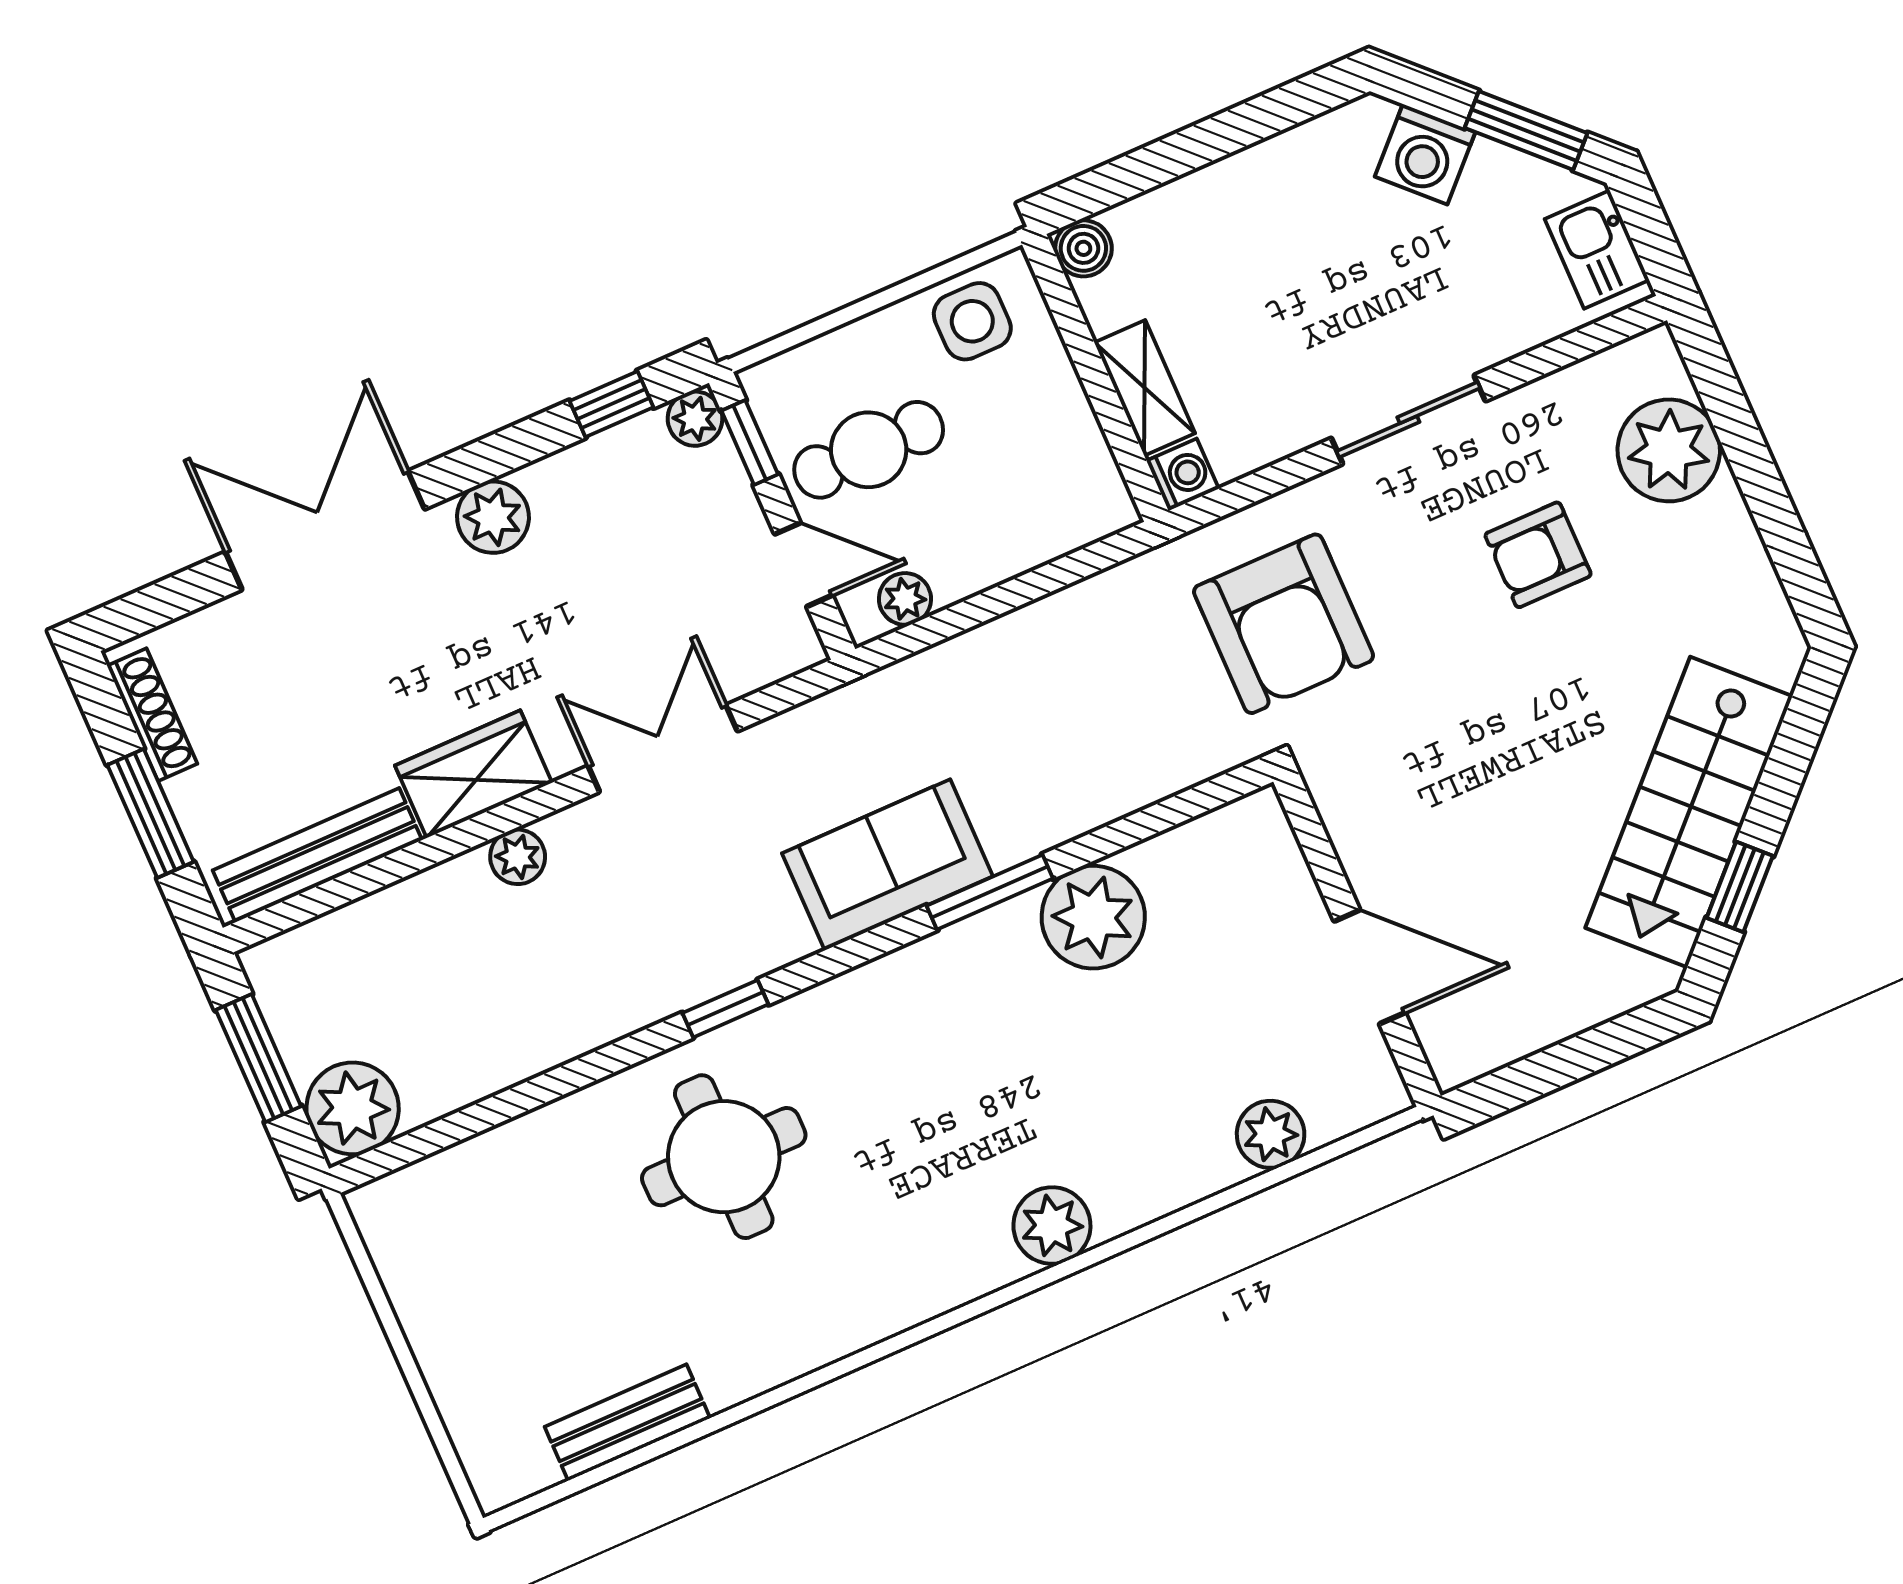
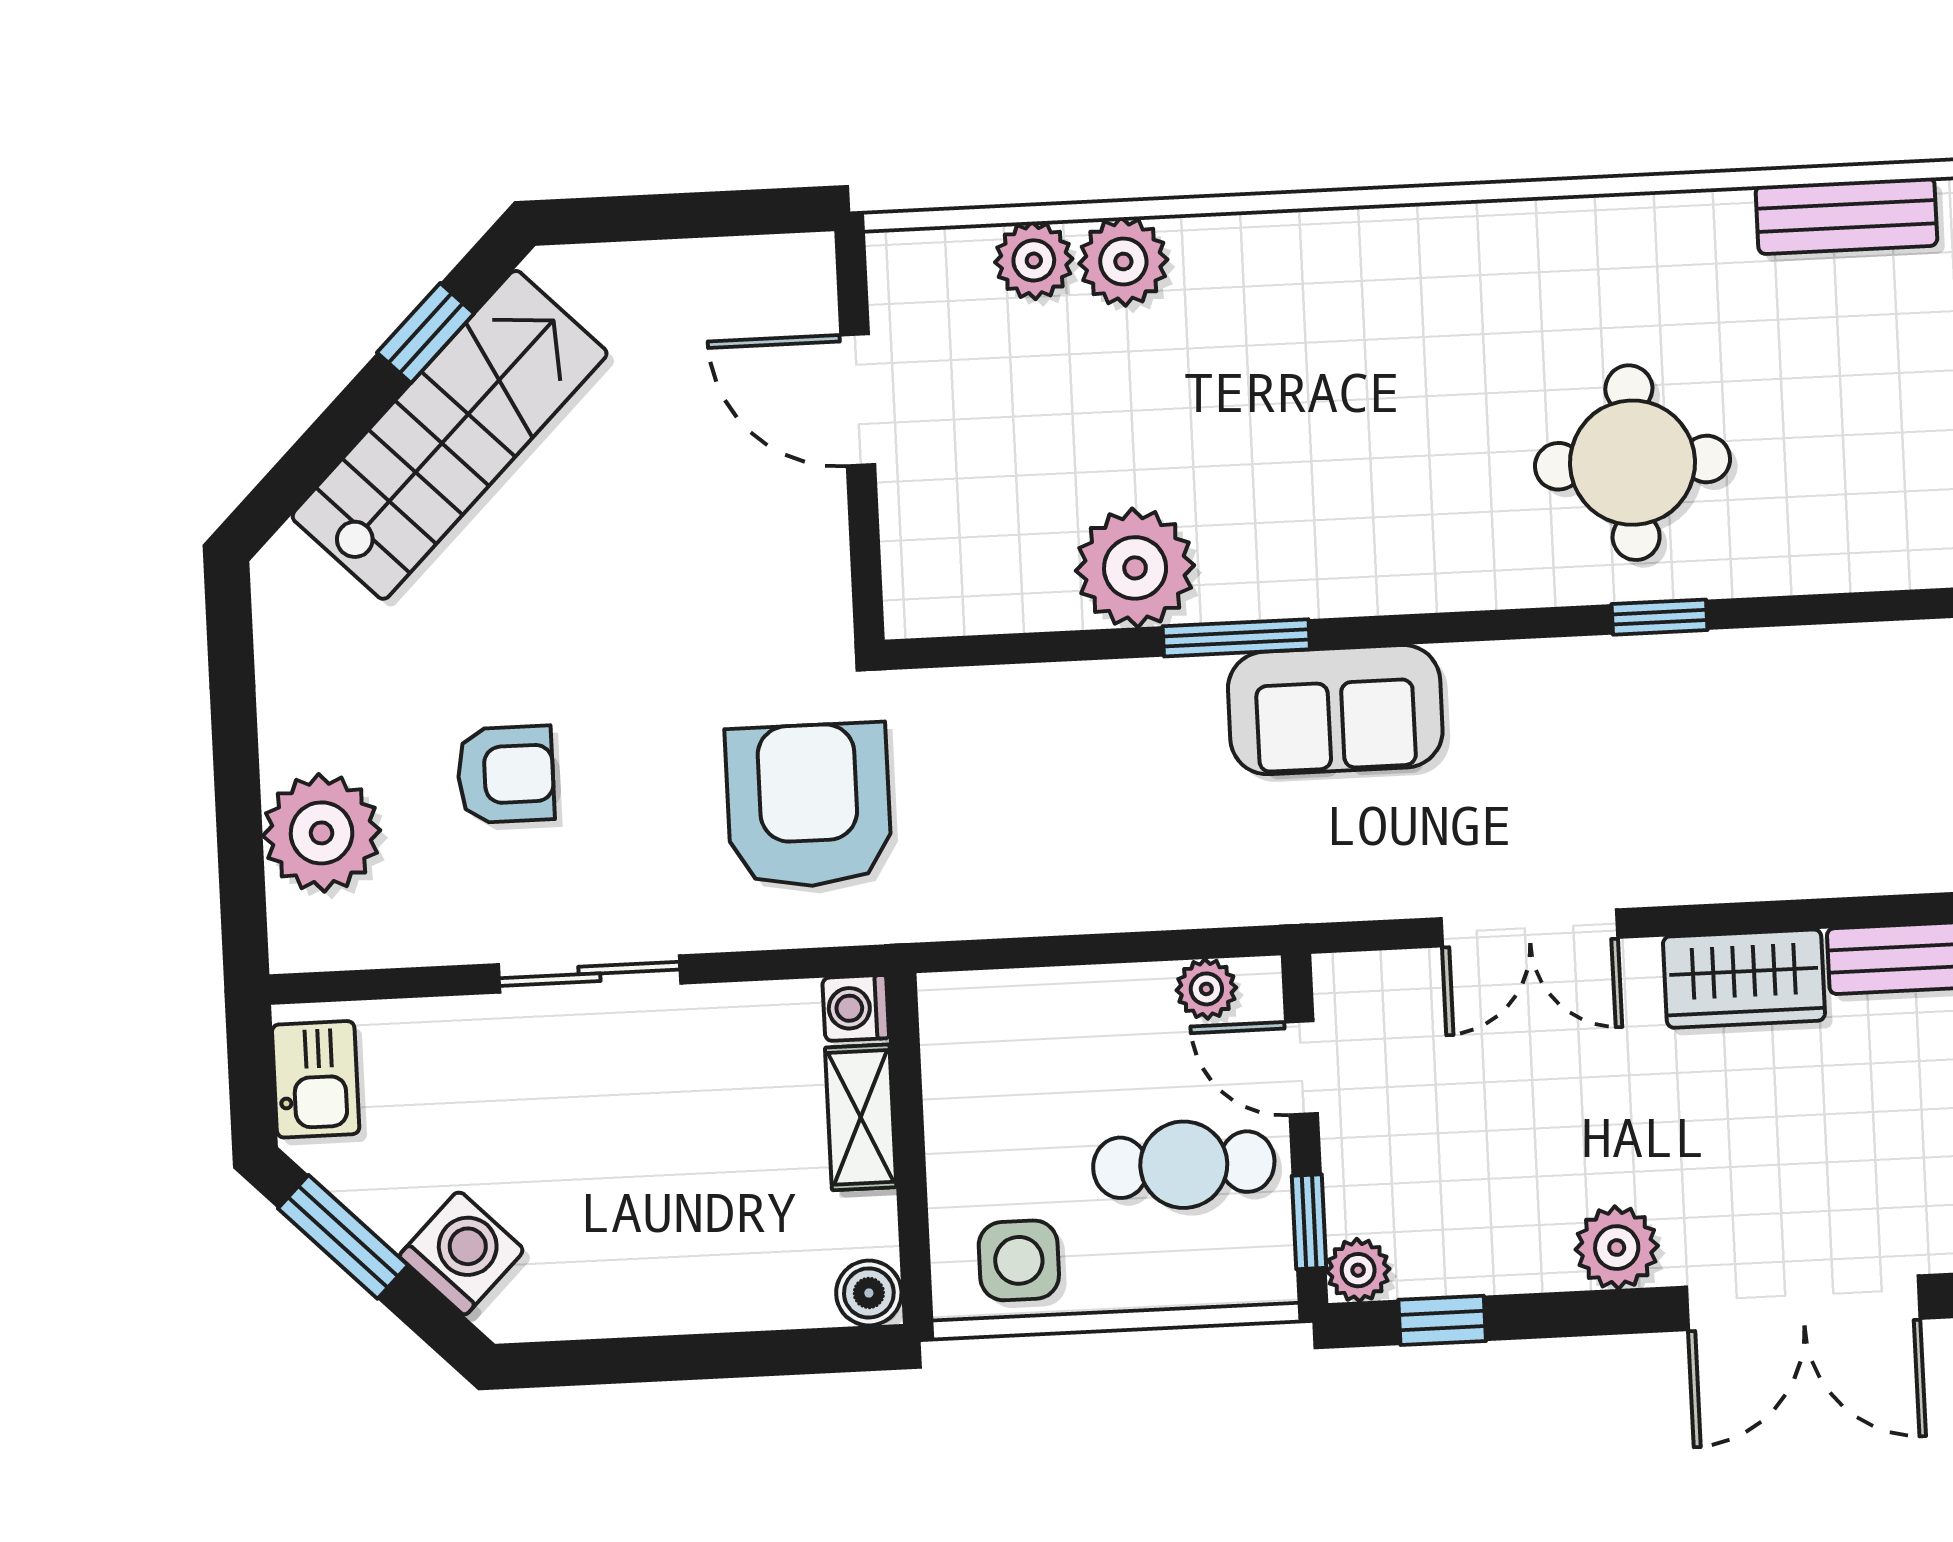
plant: (518, 857) -> (1731, 871), removed
window: (725, 1009) -> (1659, 617), moved
plant: (1052, 1226) -> (1123, 262), moved

